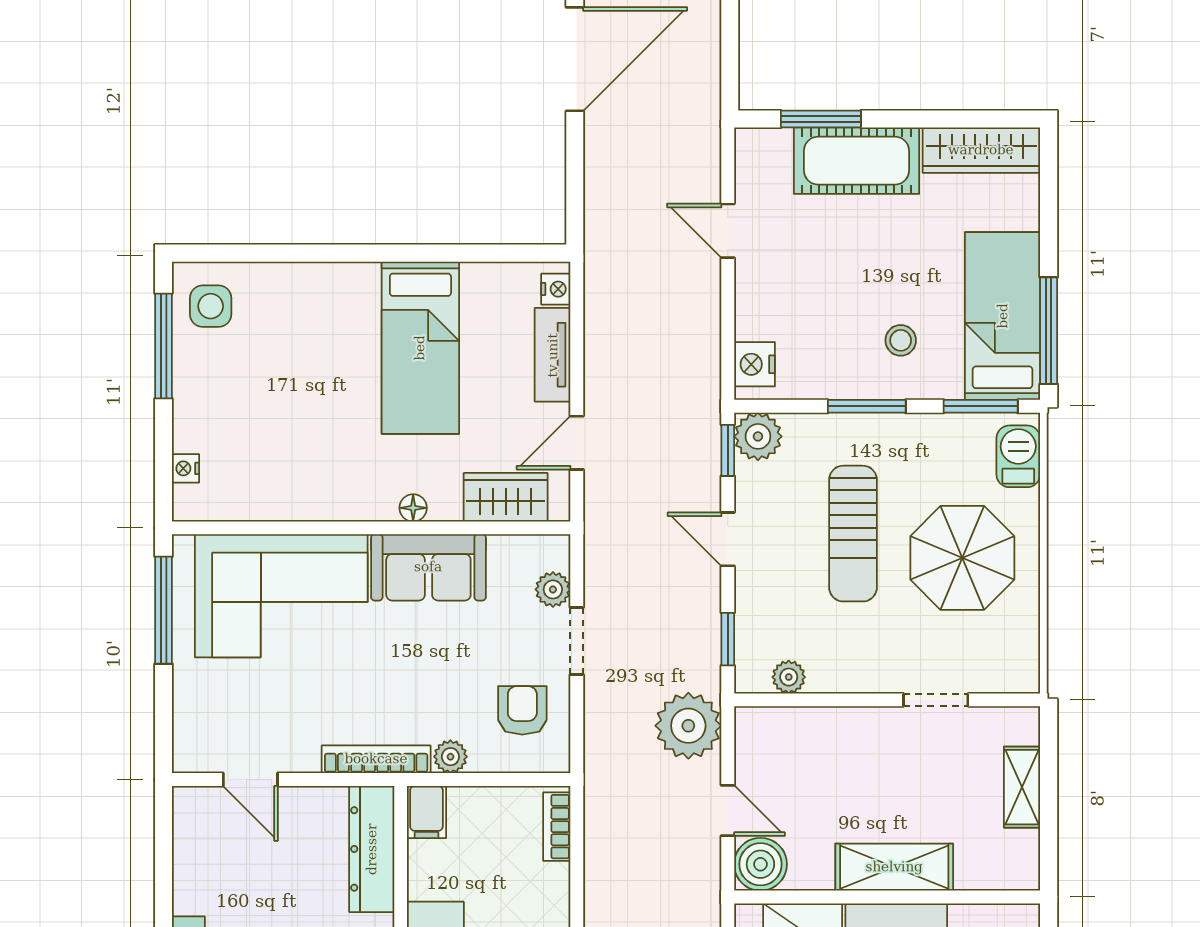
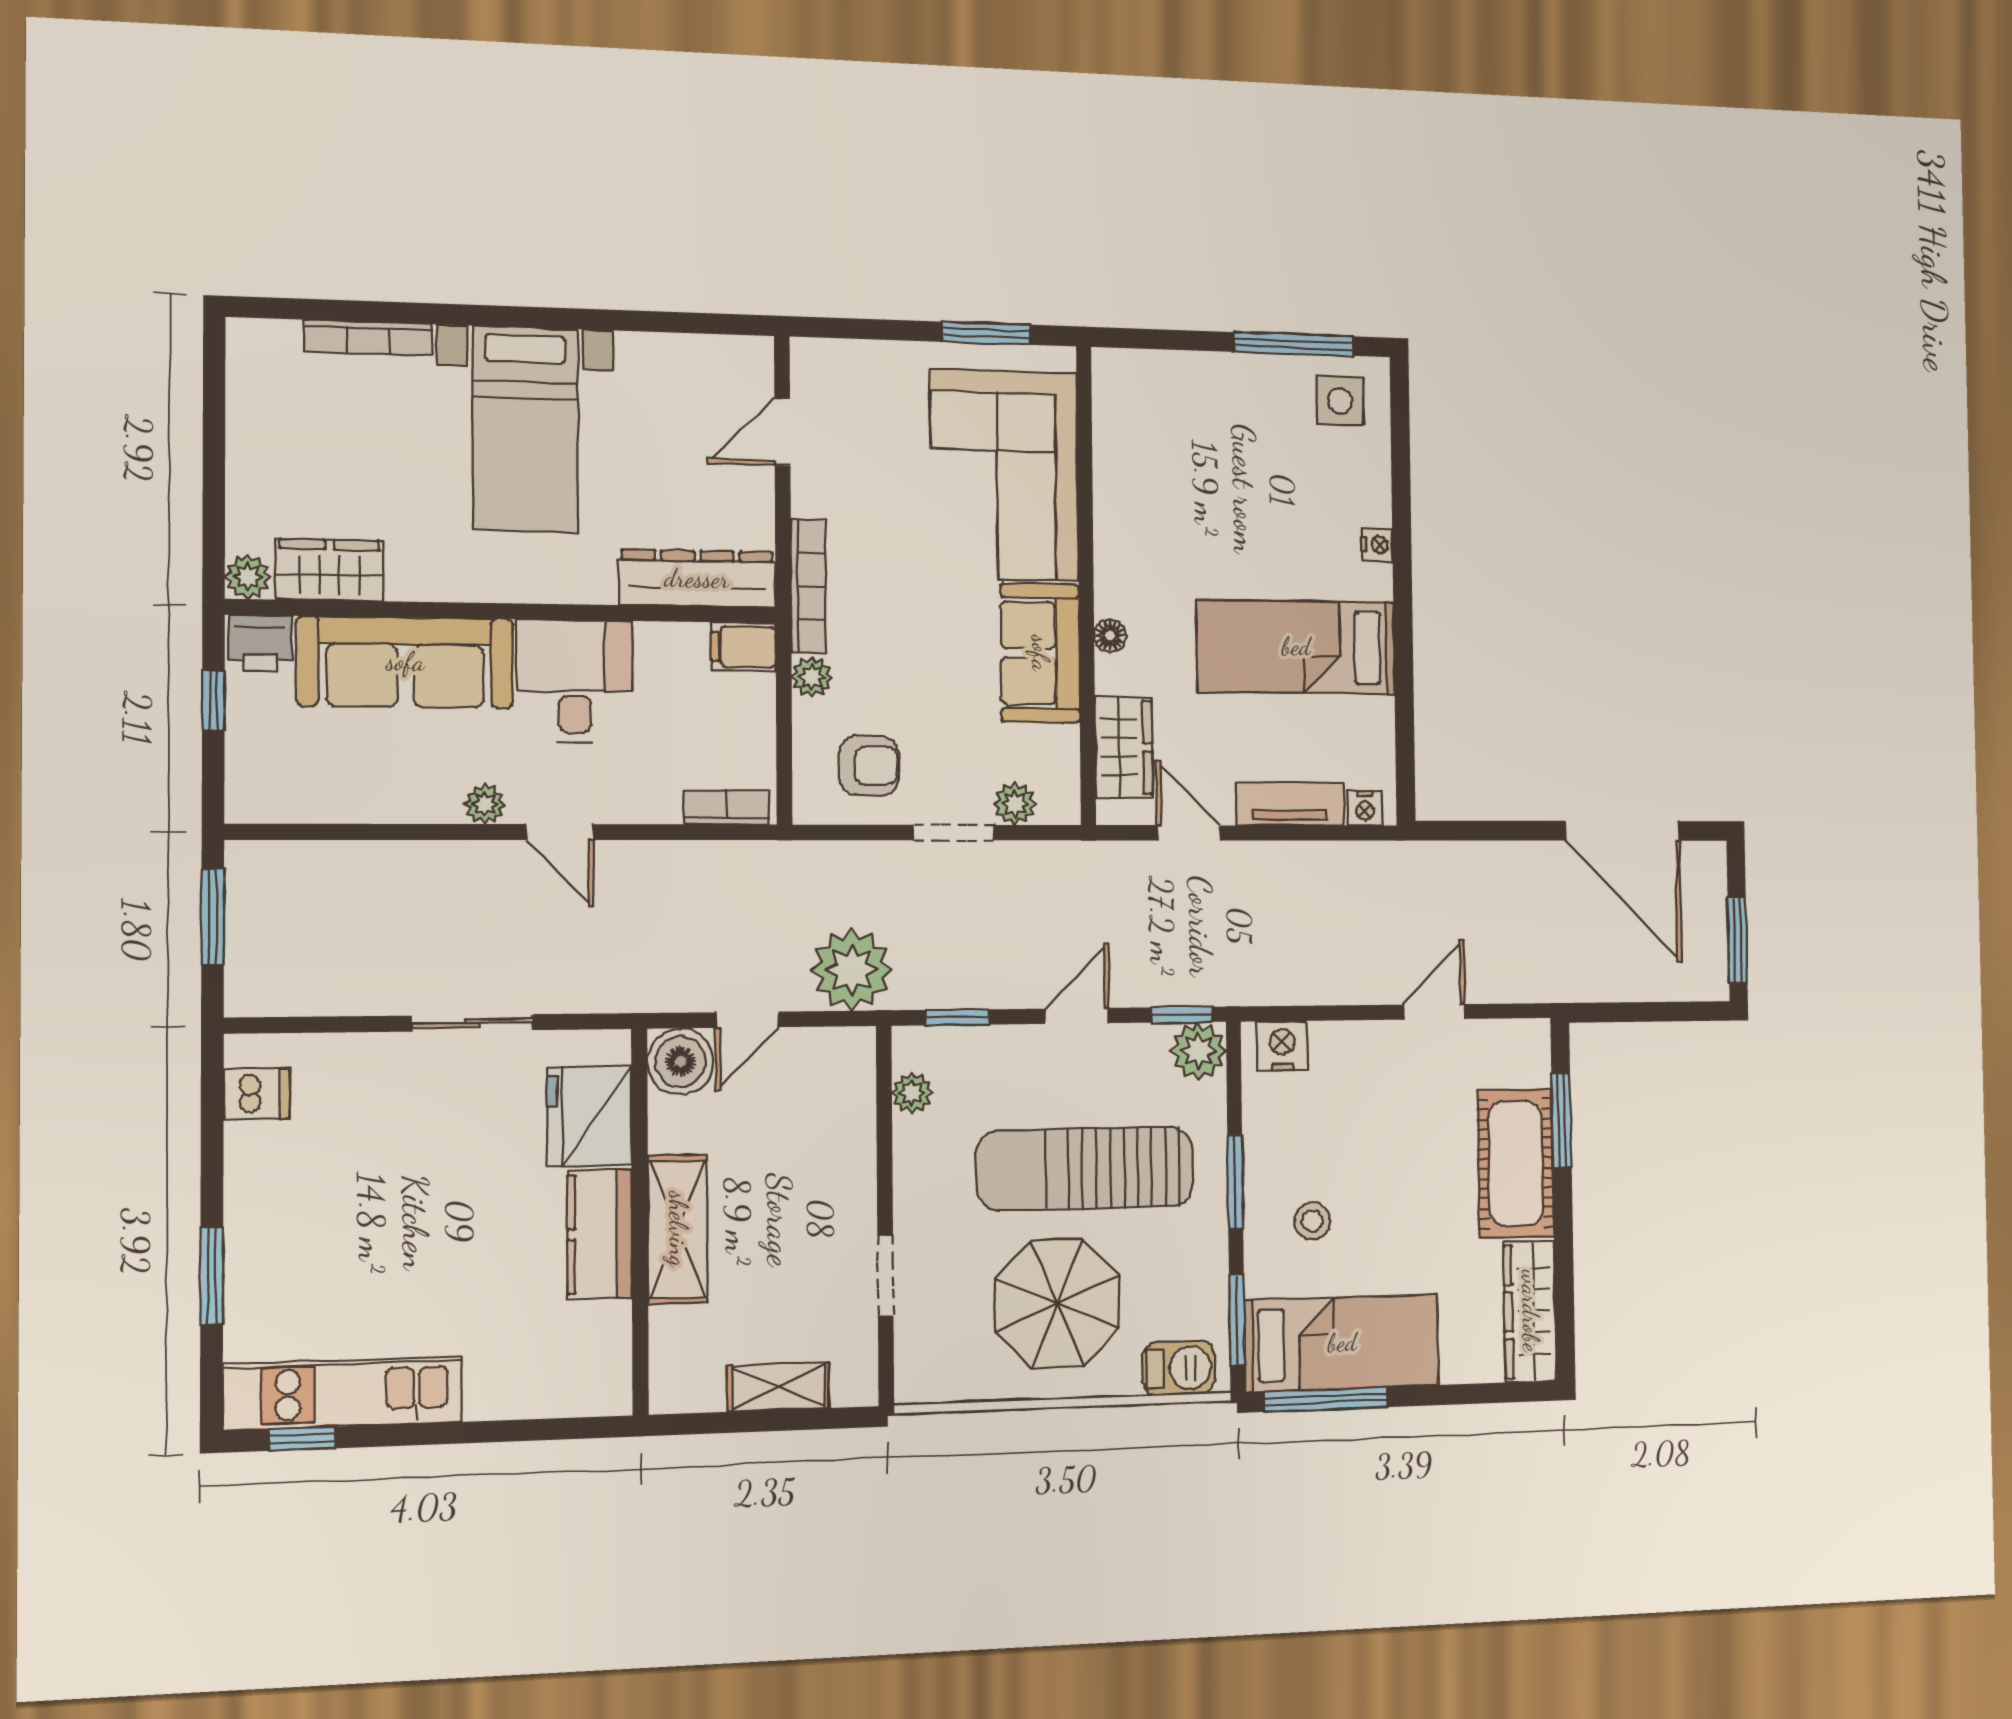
nightstand: (185, 468) -> (1377, 545), moved, turned 90
sun lounger: (853, 534) -> (1085, 1169), width x1.36, depth x1.34
window: (164, 610) -> (986, 333), width x0.69

